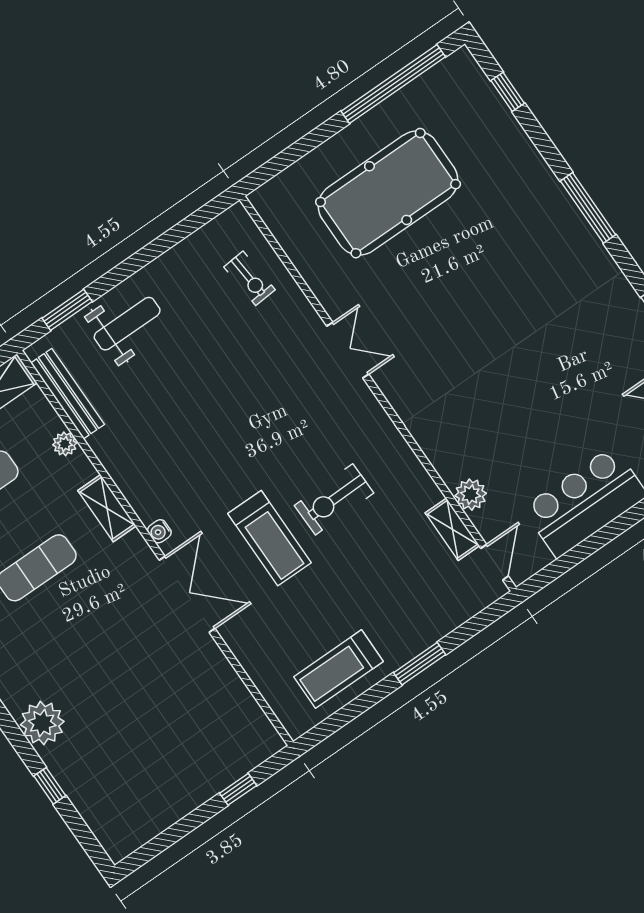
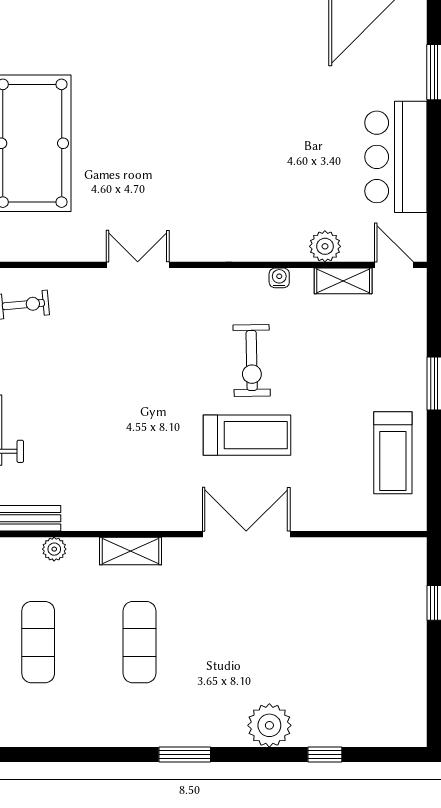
water cooler: (159, 531) -> (279, 278), moved, turned 180

